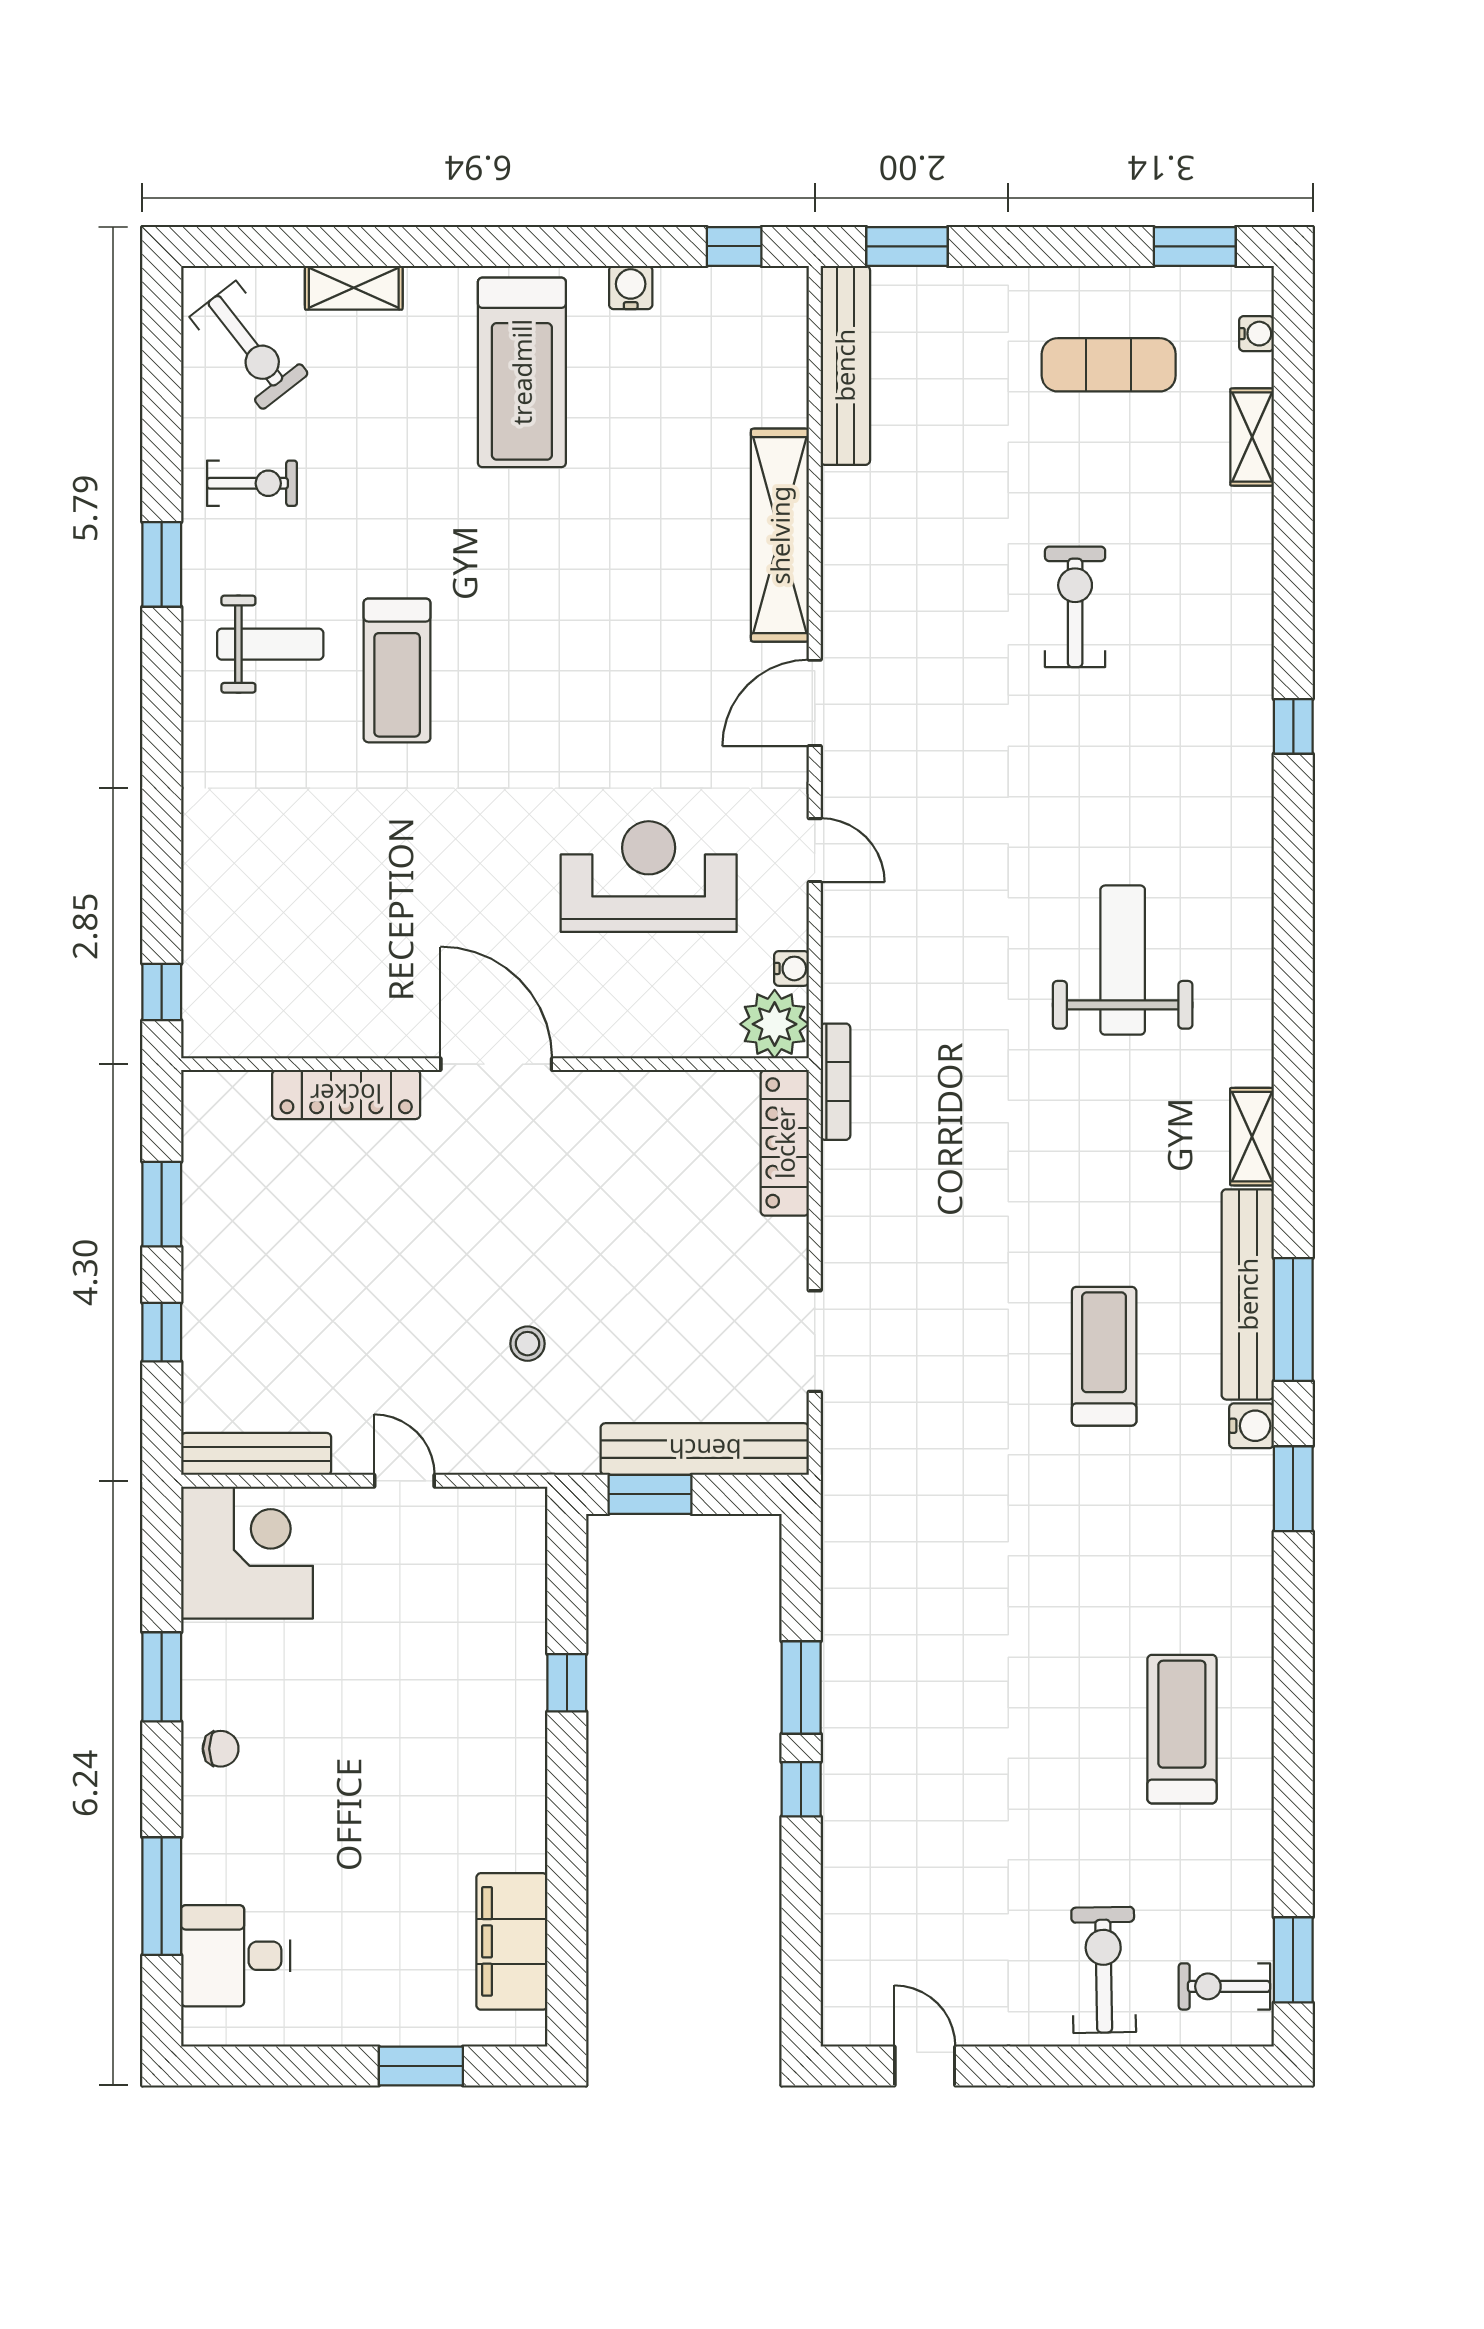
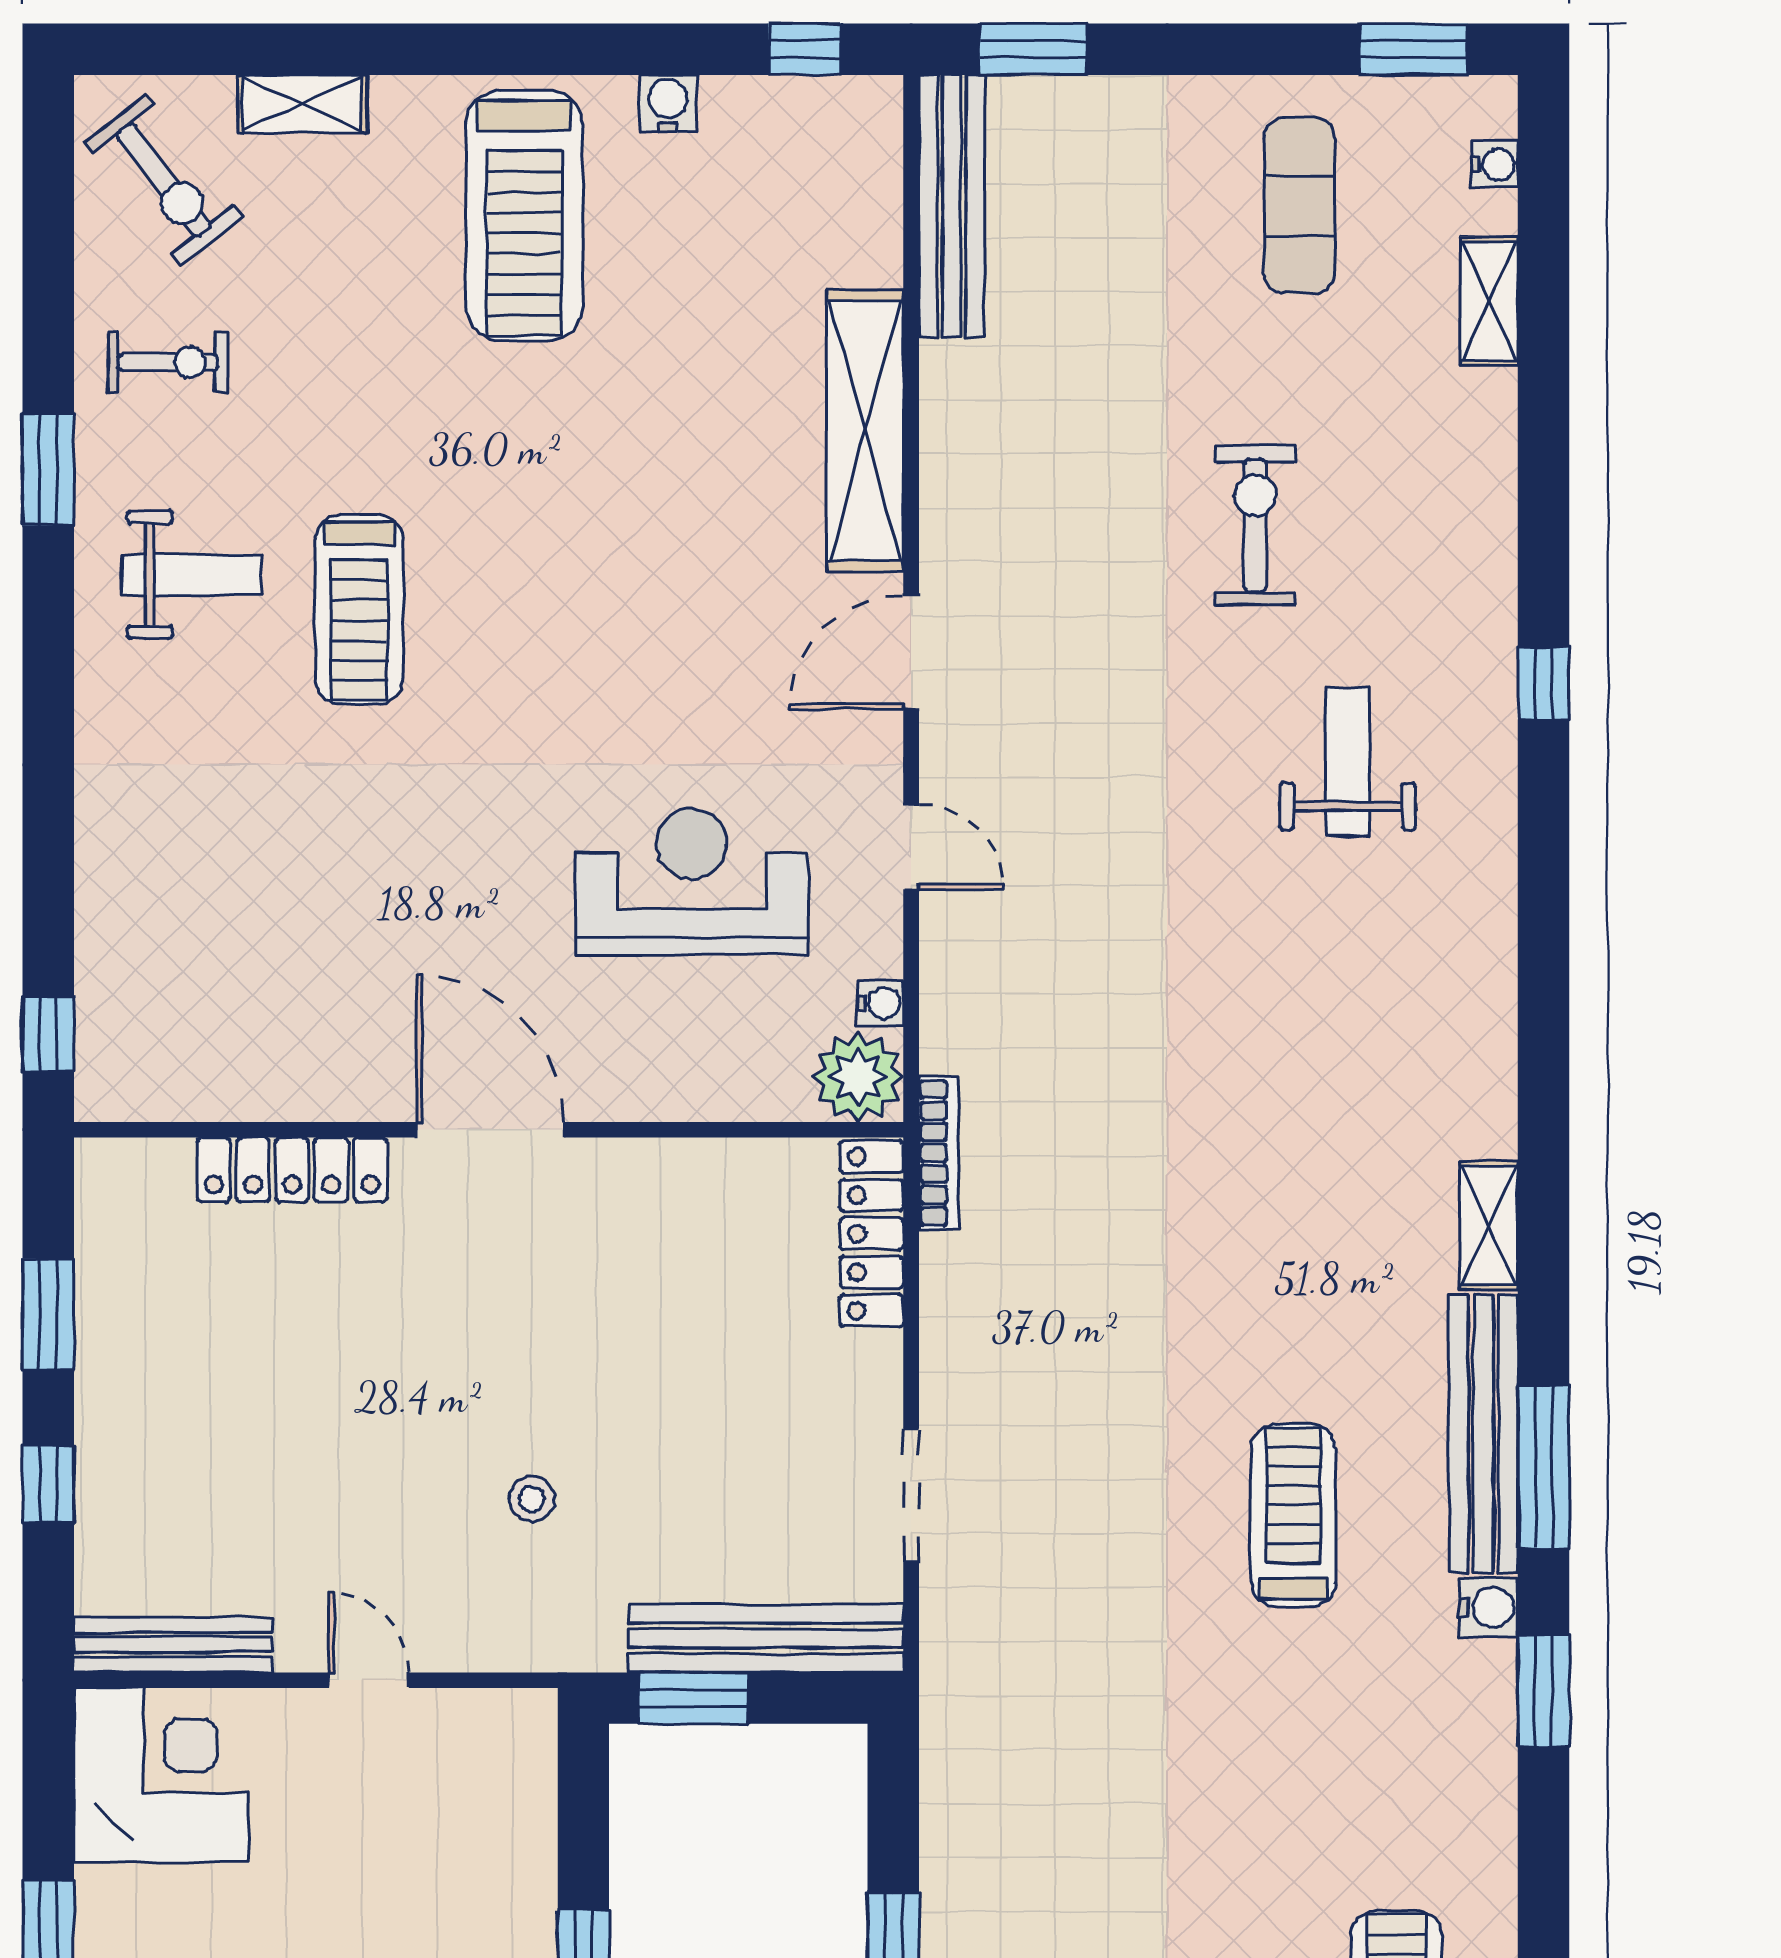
exercise mat: (1109, 365) -> (1300, 206), turned 90
weight bench: (1123, 960) -> (1348, 762), moved, width x0.73, depth x0.75

